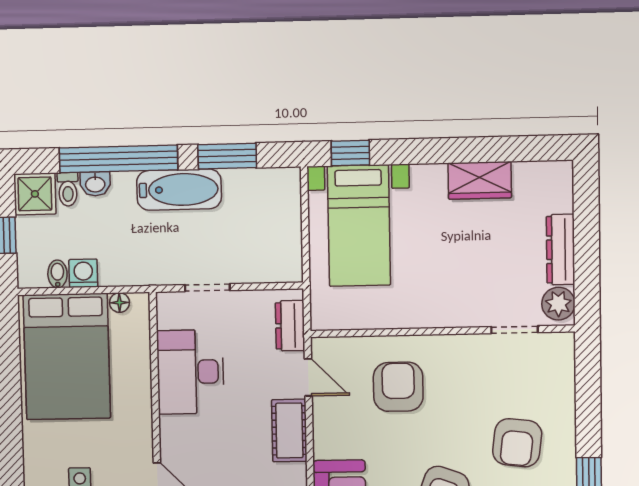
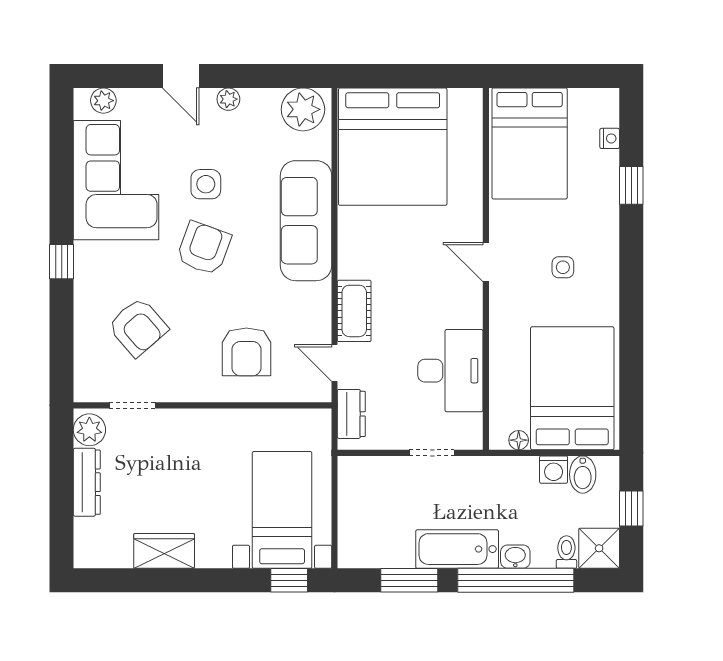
washbasin: (95, 184) -> (515, 557), moved
bidet: (57, 274) -> (583, 475), width x1.38, depth x1.36
armchair: (517, 443) -> (138, 327), moved, turned 132

